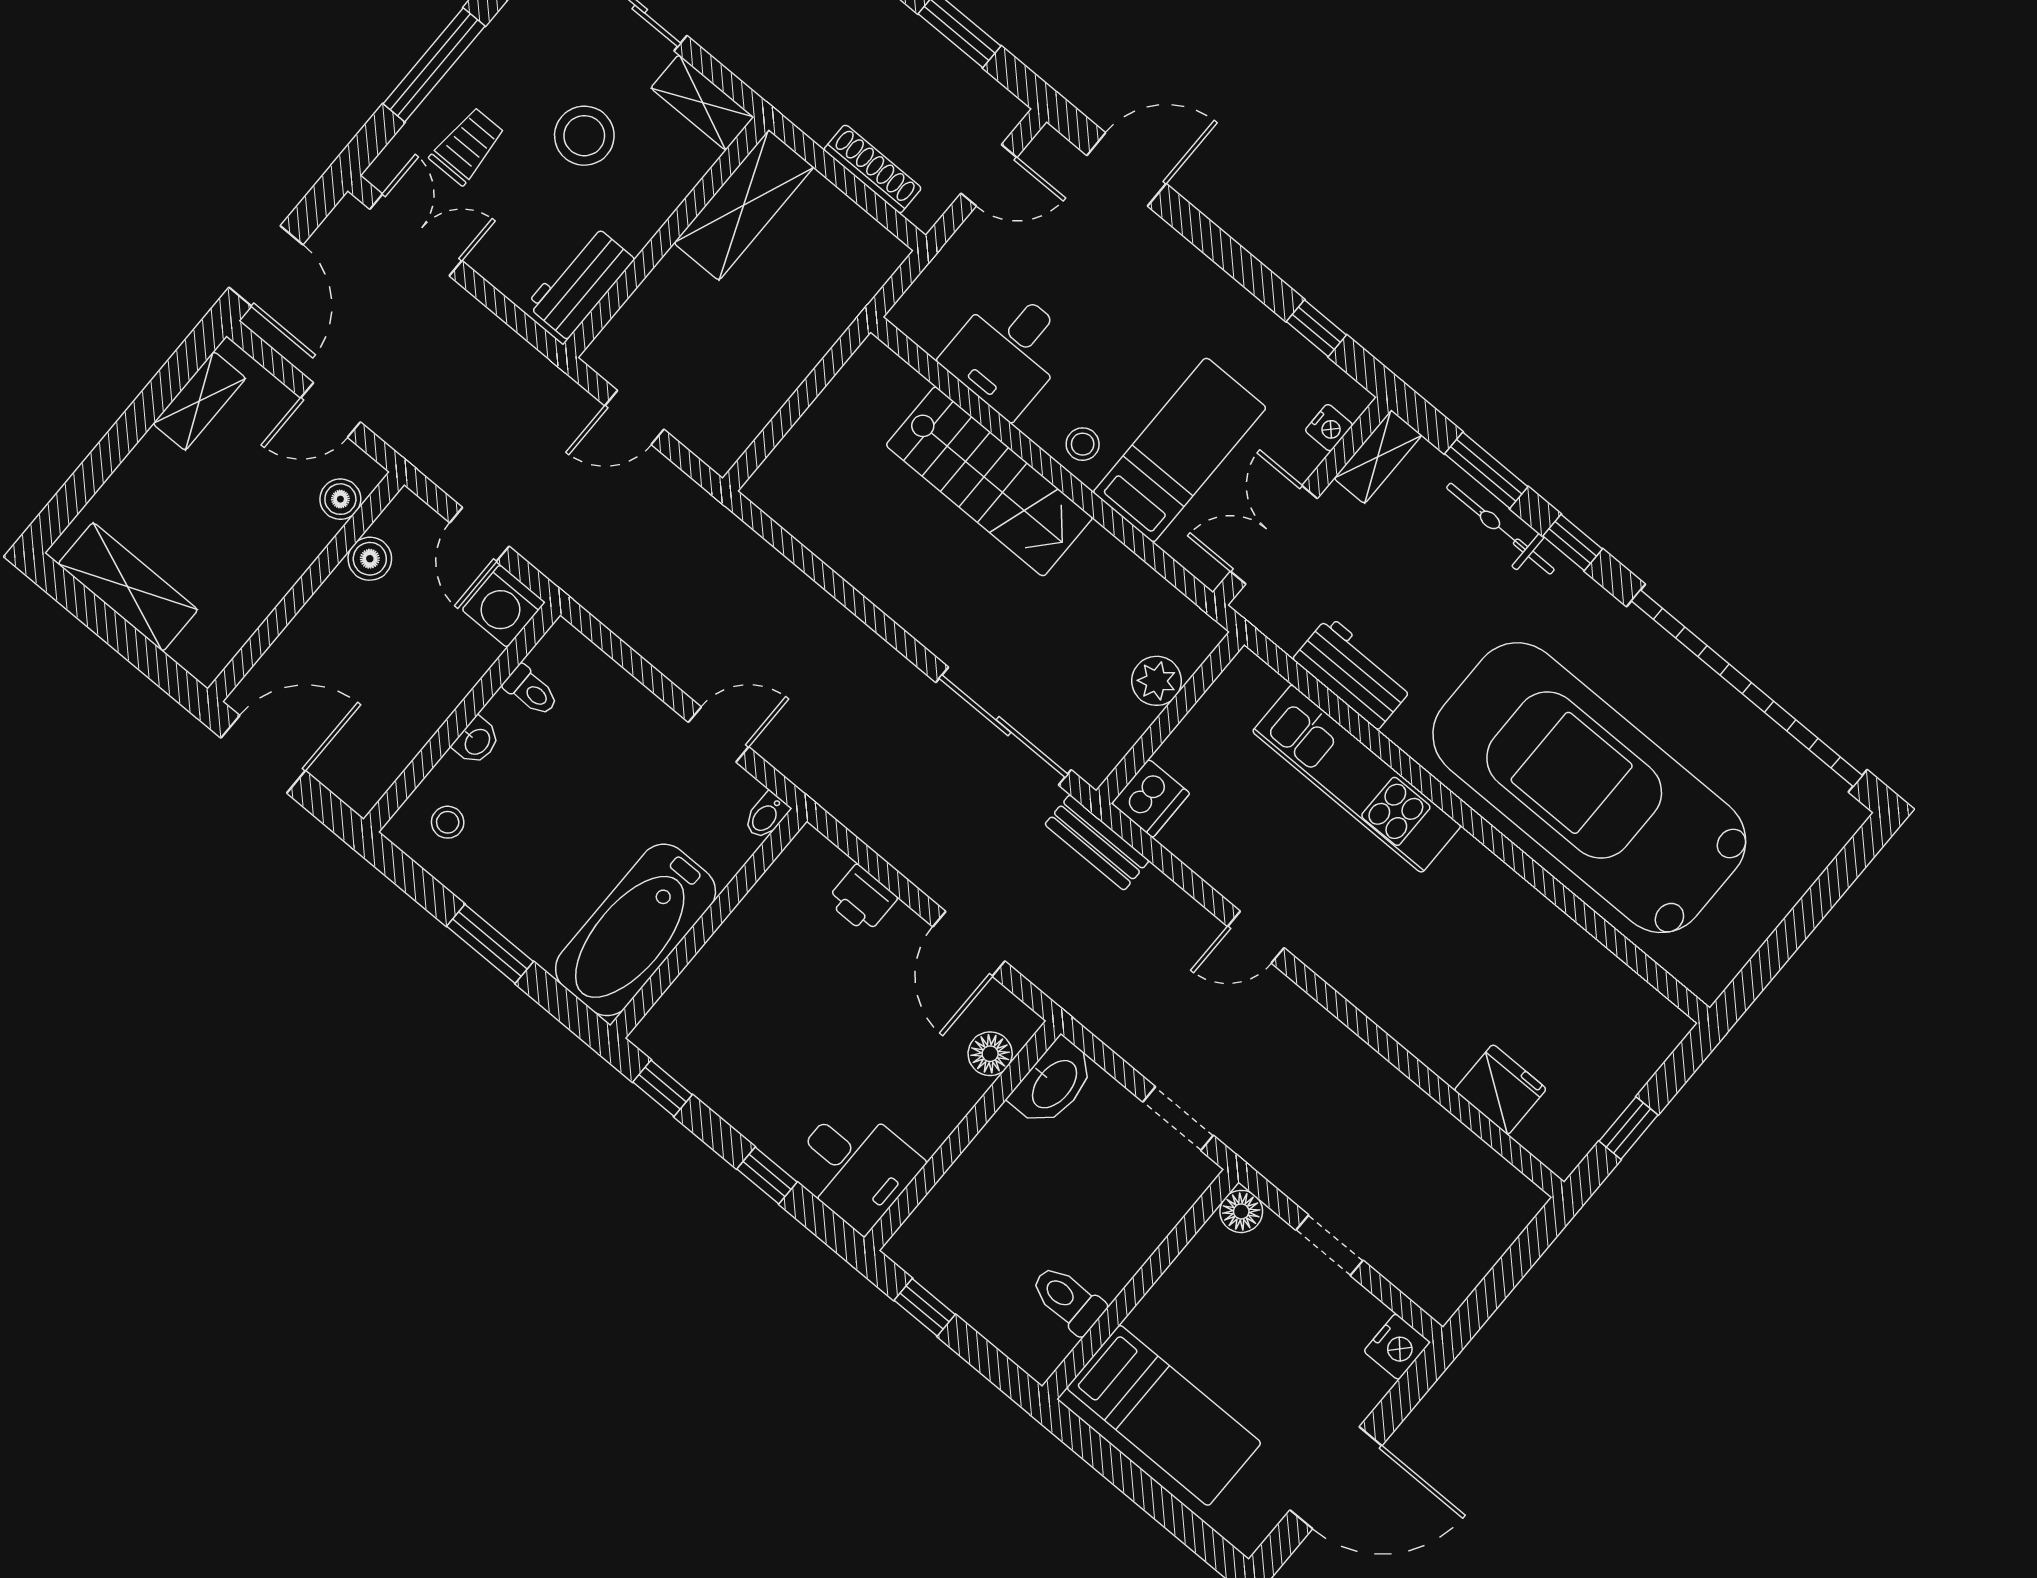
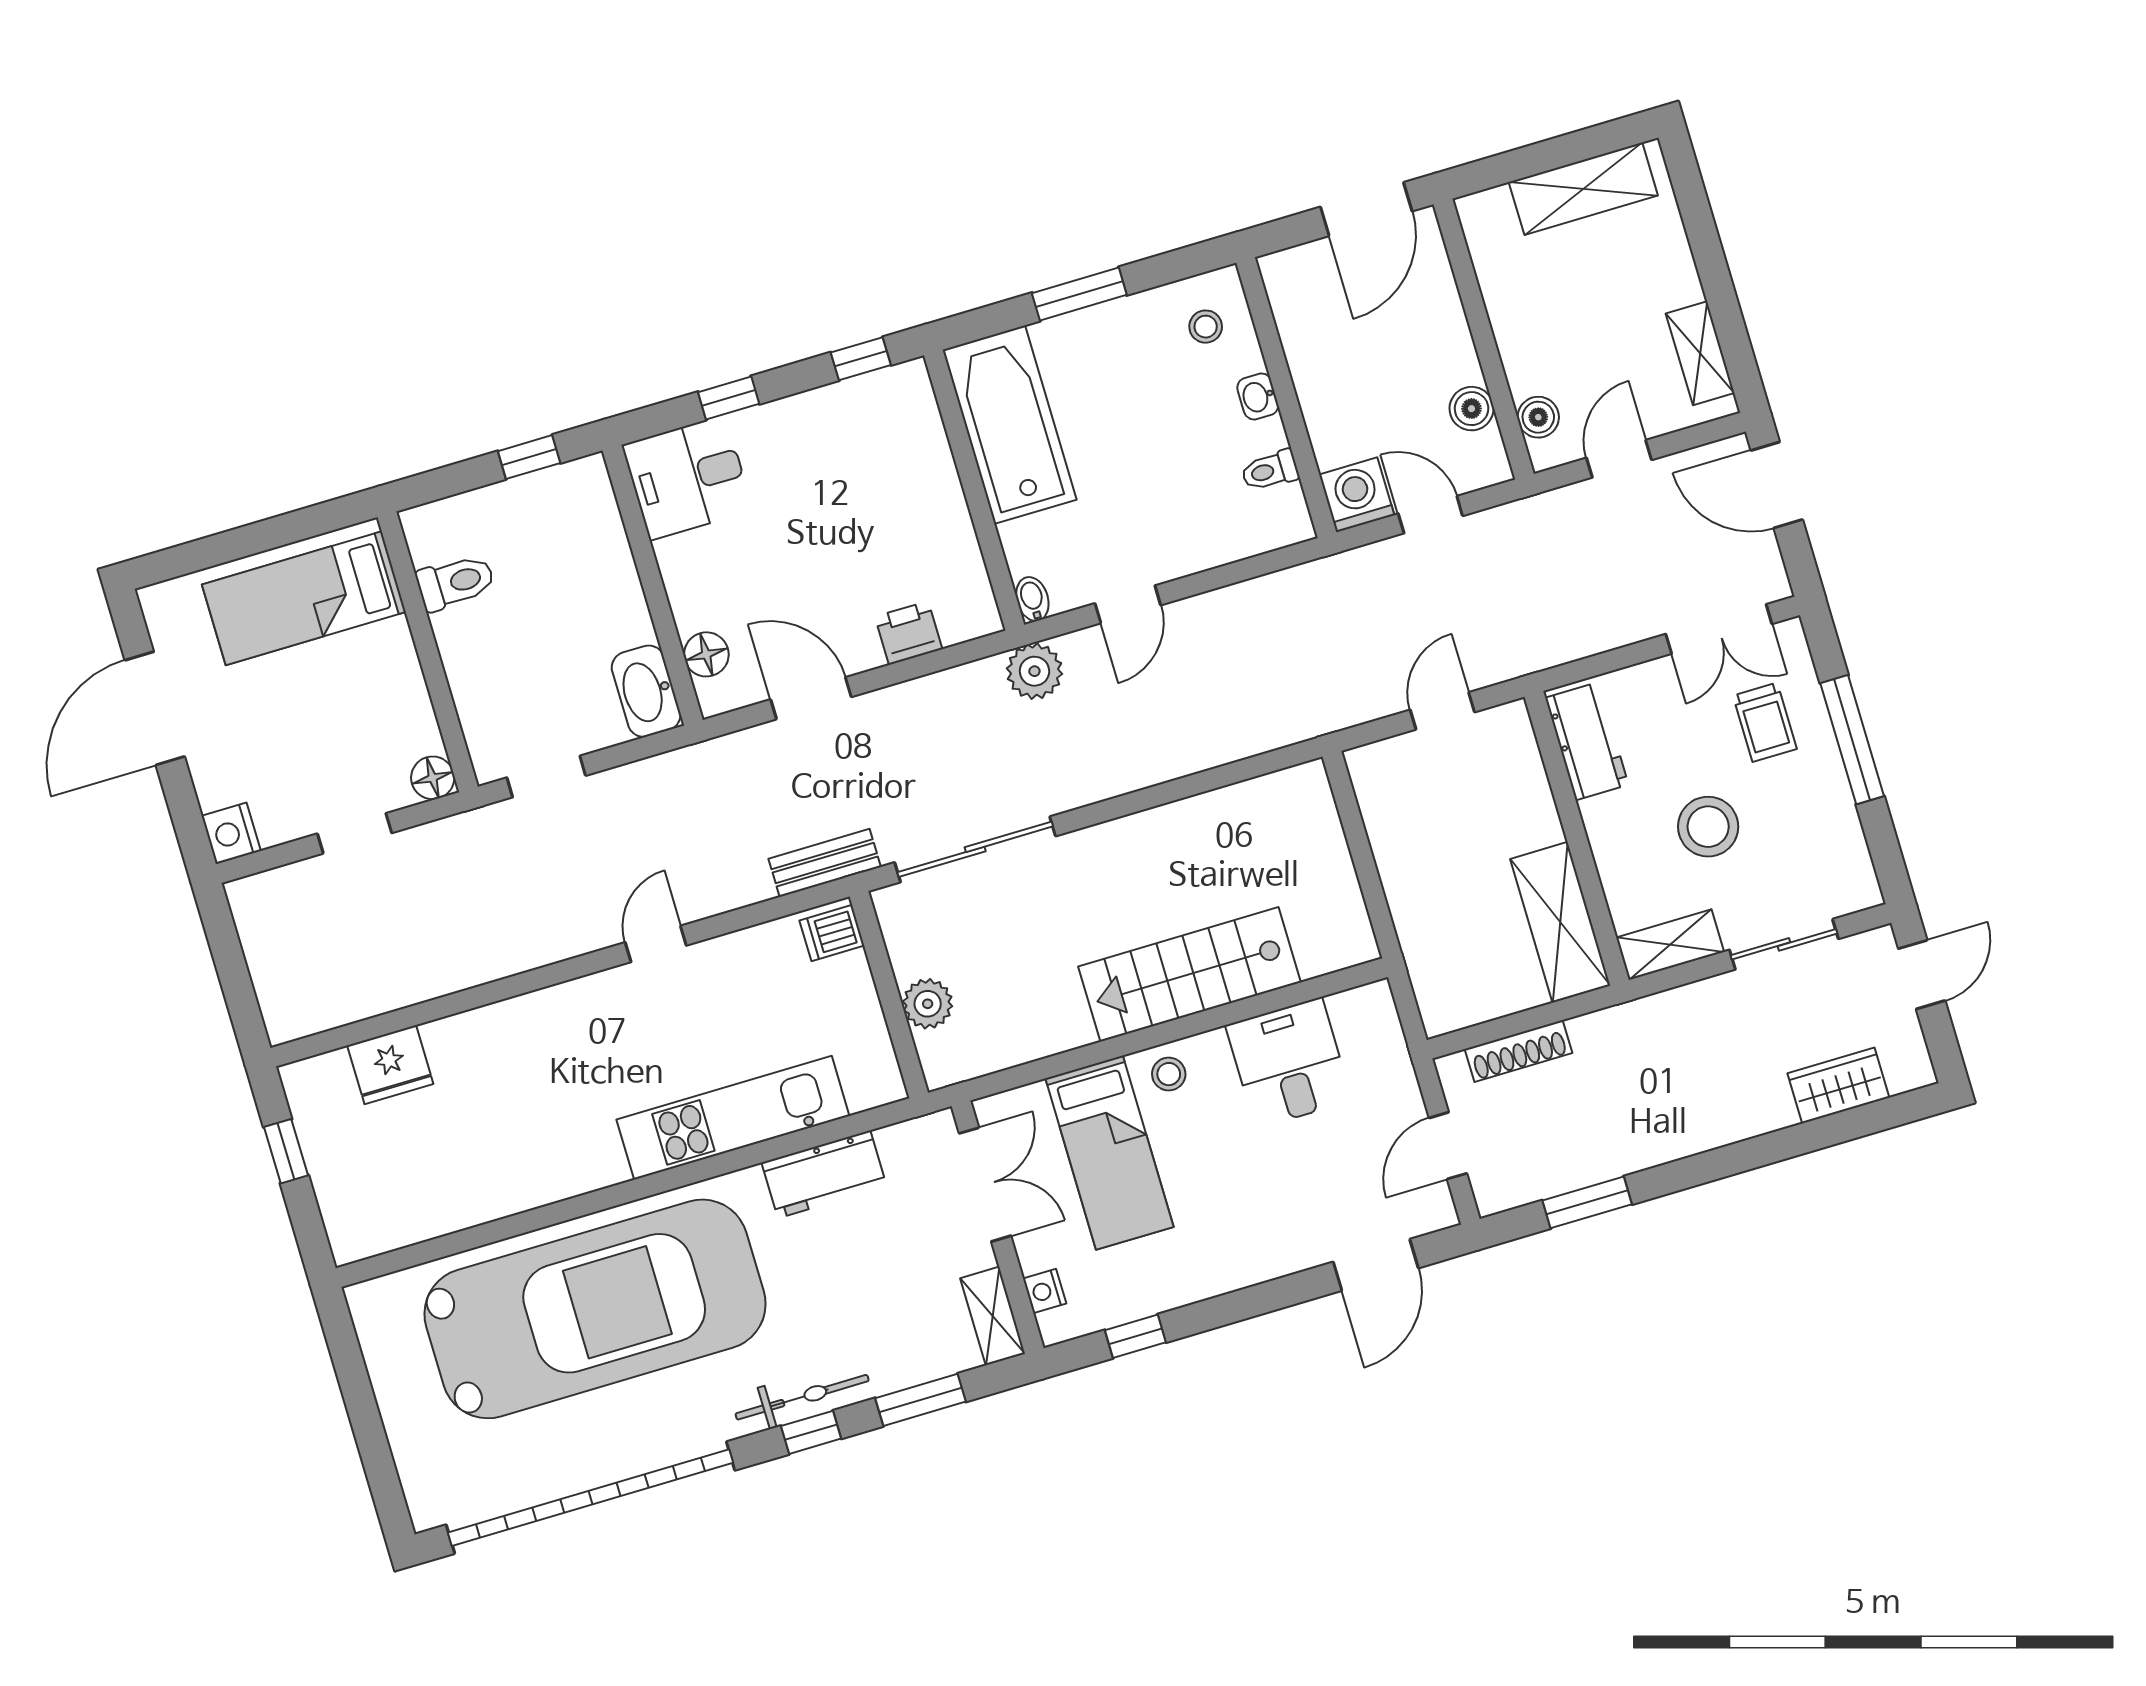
bicycle: (1500, 529) -> (802, 1397), moved
plant: (825, 775) -> (1034, 671), added
dishwasher: (1151, 798) -> (832, 933), width x0.73

